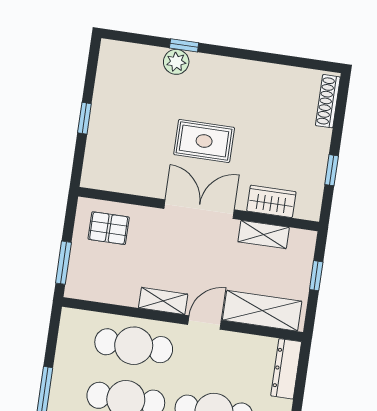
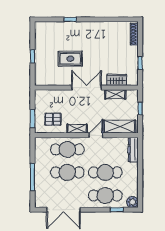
plant: (176, 62) -> (68, 27), removed
rug: (204, 141) -> (70, 59), moved
pallet: (109, 228) -> (53, 119), moved

